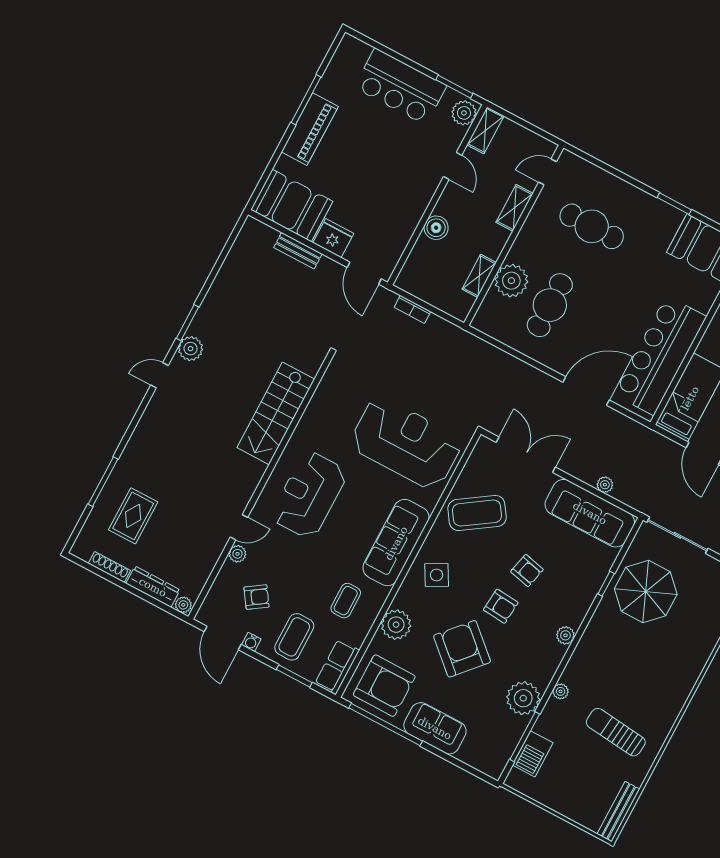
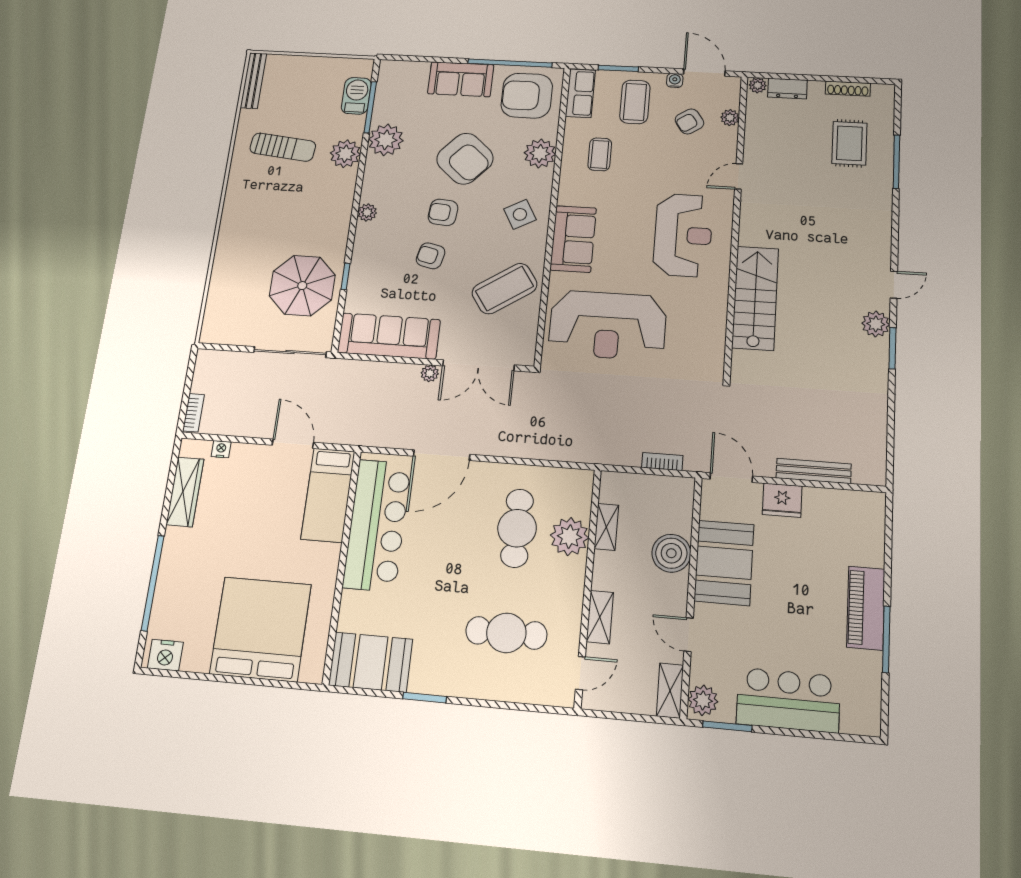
booth: (292, 205) -> (724, 563), moved, turned 90
boiler: (436, 228) -> (671, 553), width x1.37, depth x1.37
bench: (298, 251) -> (814, 471), width x1.36
plant: (605, 485) -> (430, 373), moved
sofa: (396, 543) -> (573, 239), width x0.73
plant: (237, 554) -> (730, 118), moved
dresser: (153, 587) -> (787, 88), width x0.70
plant: (561, 691) -> (345, 154), width x1.88, depth x1.88

